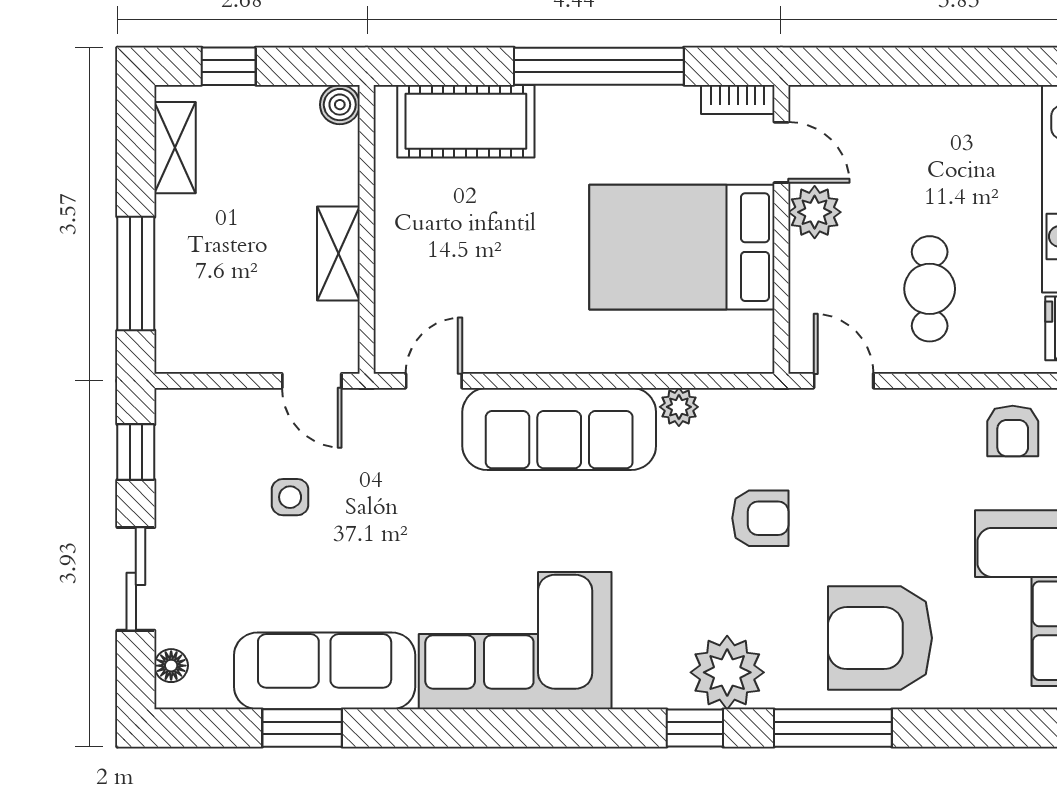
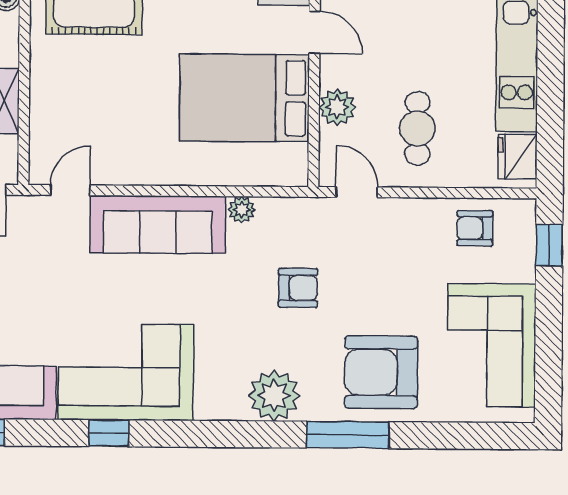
plant: (815, 212) -> (337, 107), moved
armchair: (1013, 431) -> (475, 228), turned 90
window: (695, 728) -> (109, 433), moved

